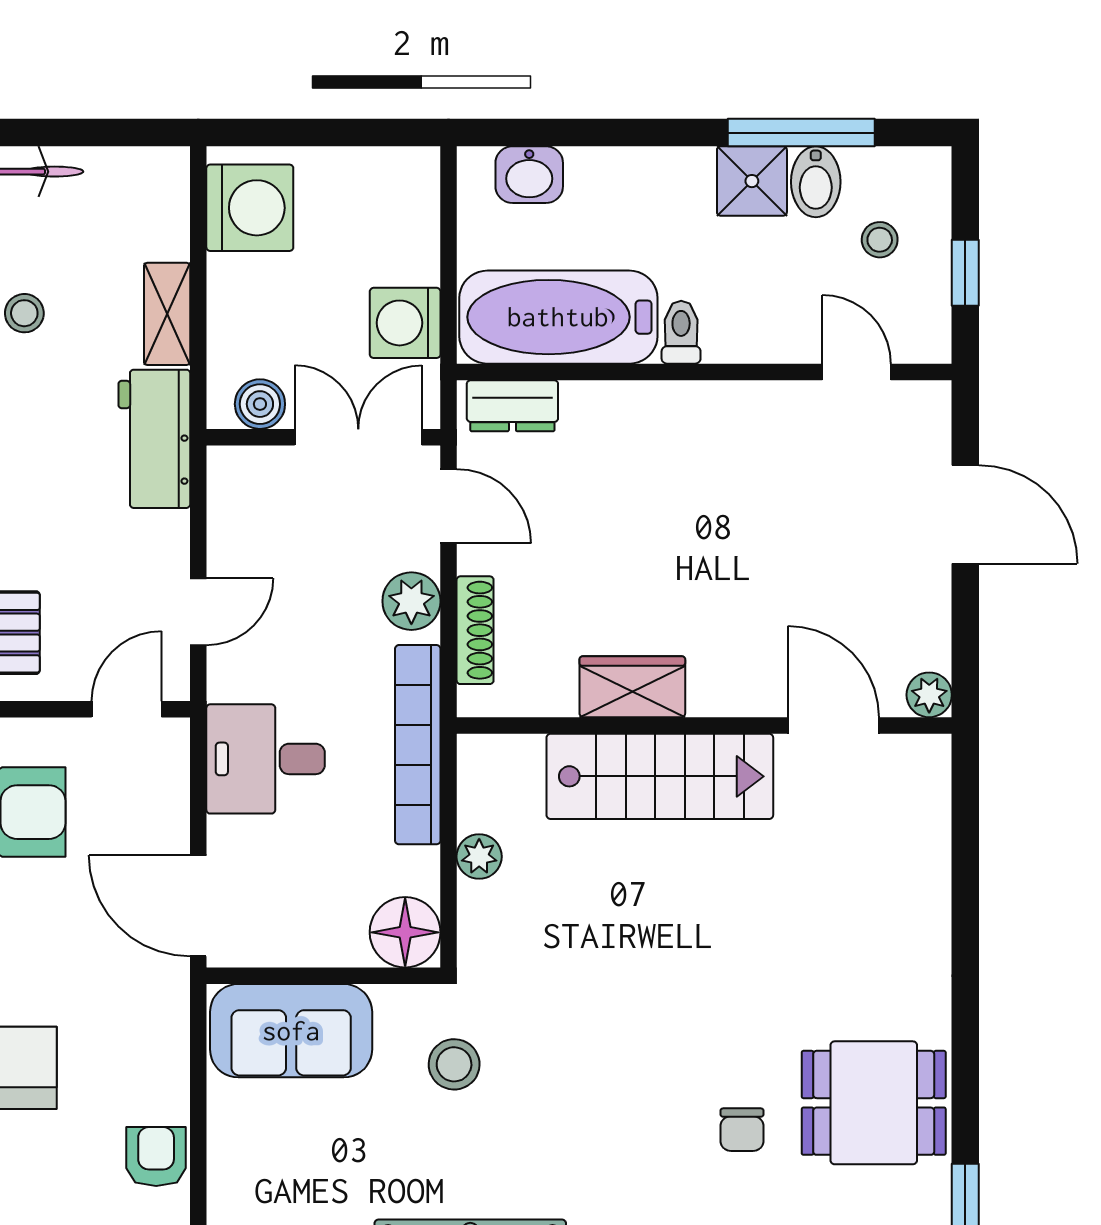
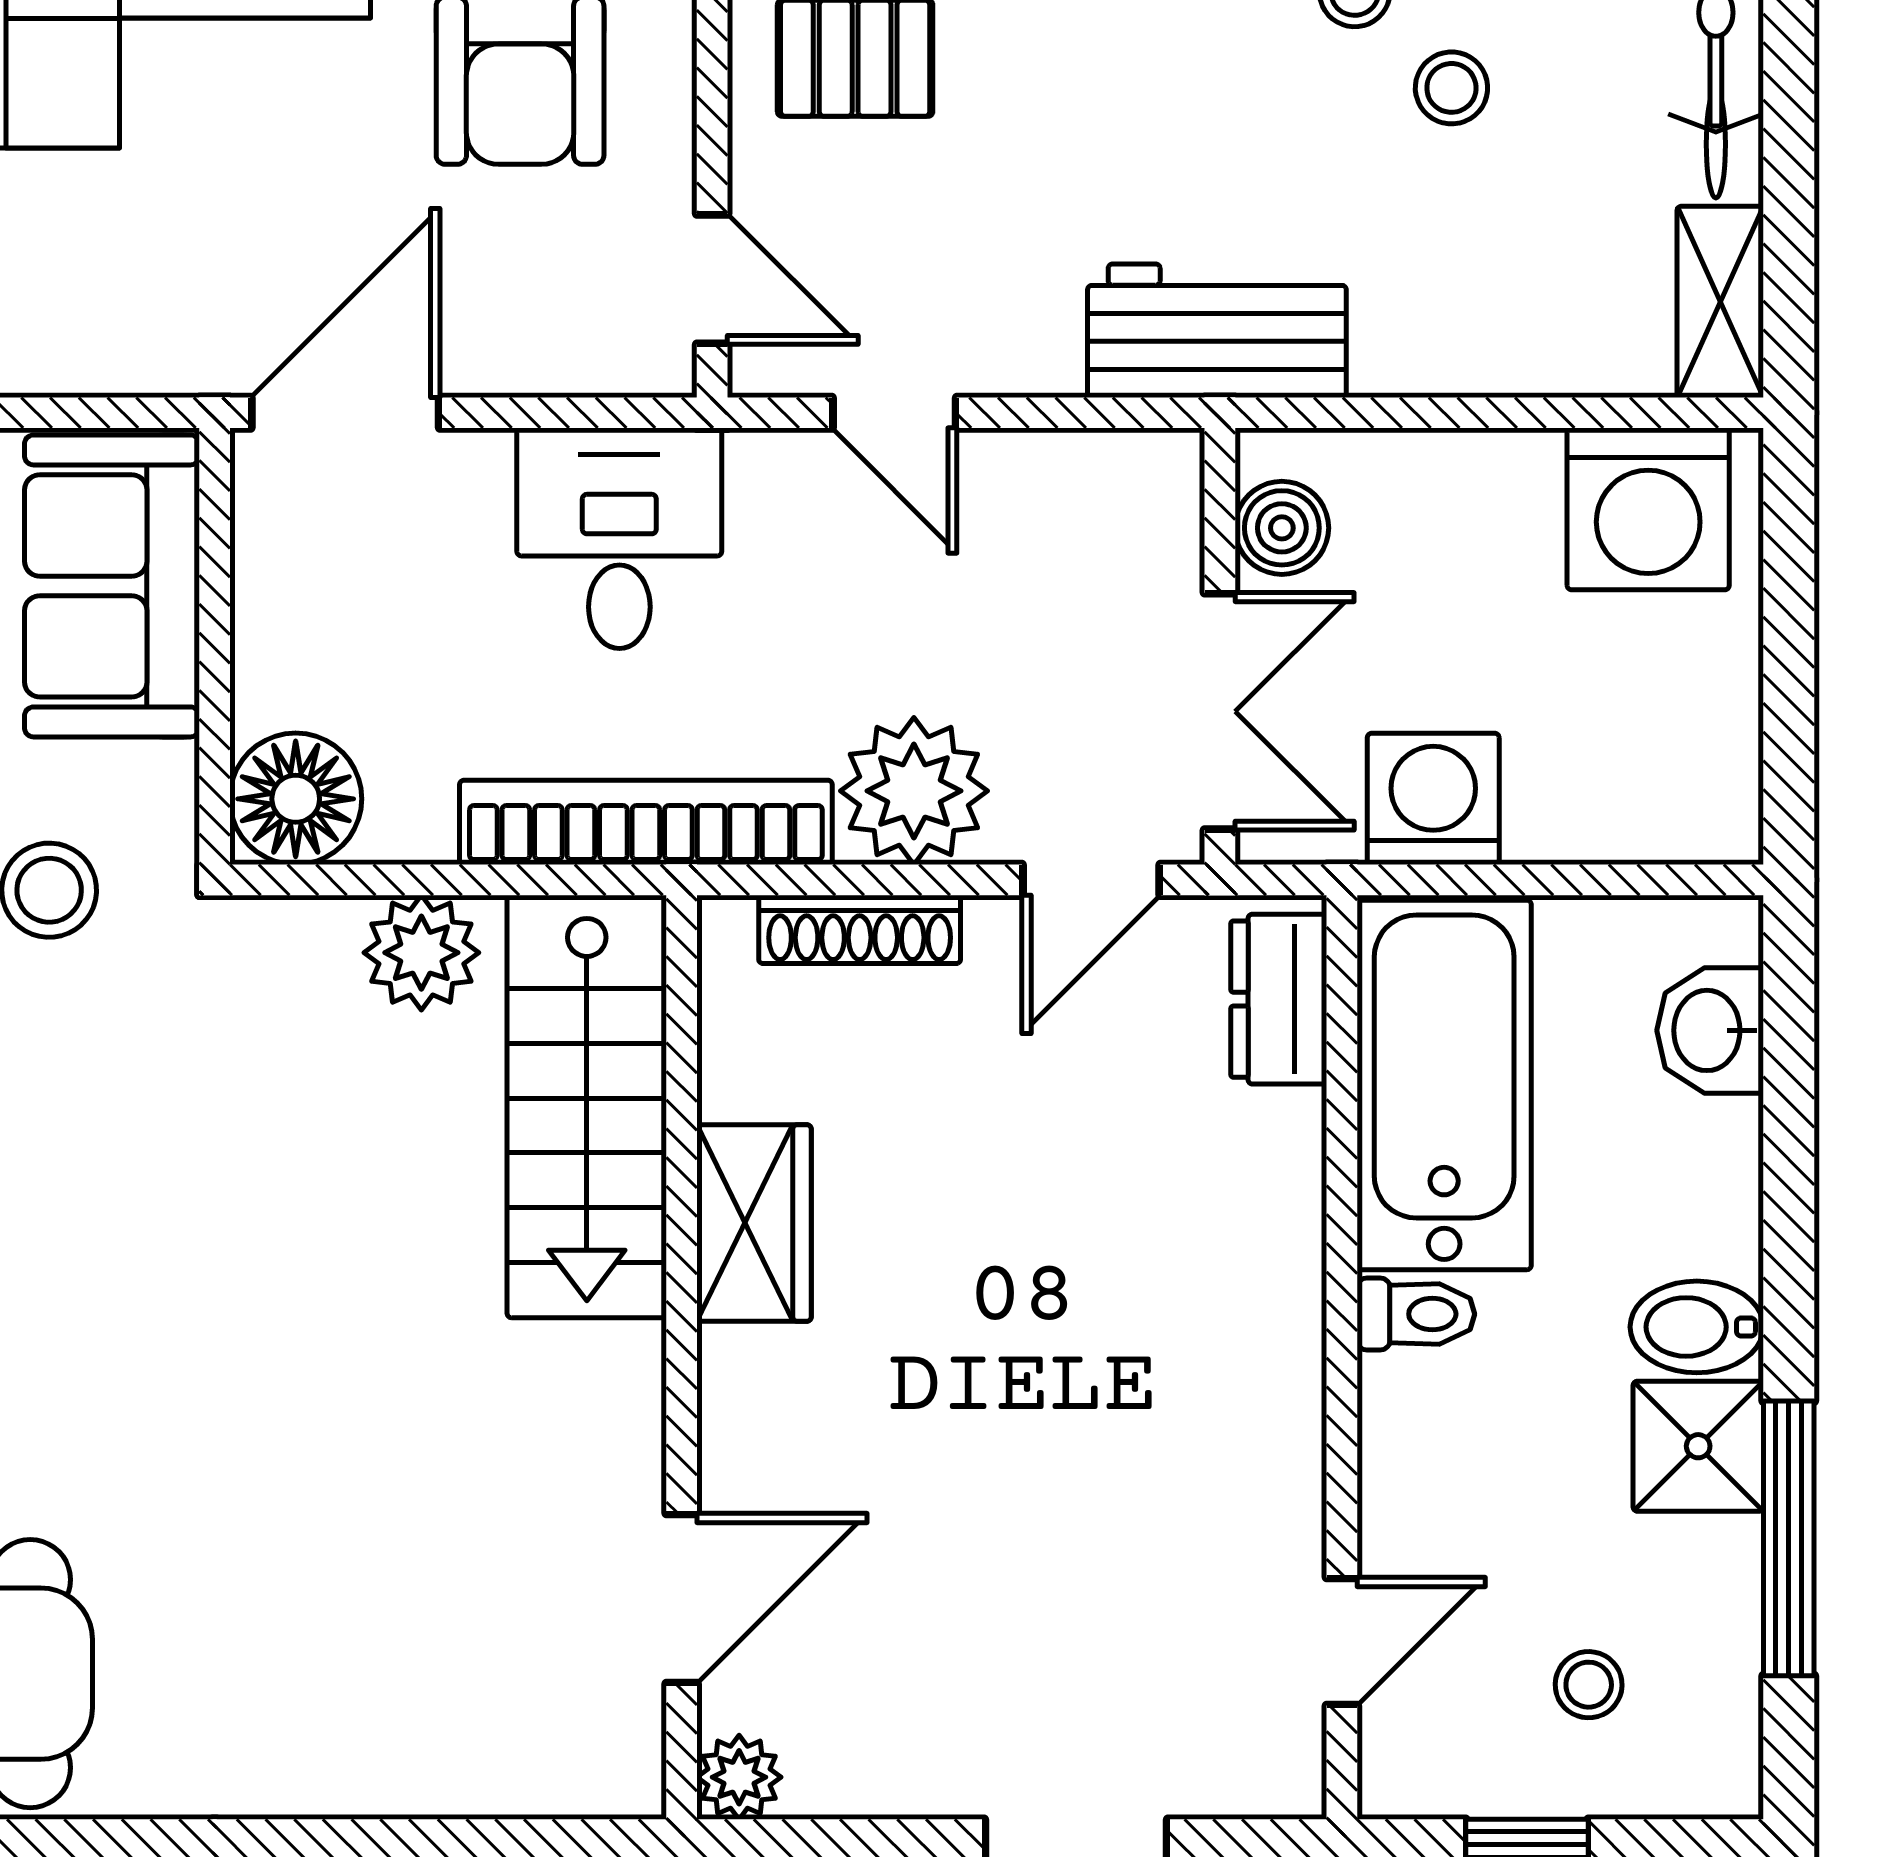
bidet: (816, 182) -> (1697, 1327), moved
shelving: (167, 314) -> (1720, 302), moved, turned 90
plant: (411, 601) -> (914, 791), width x1.36, depth x1.36
stairs: (660, 776) -> (587, 1106), moved
plant: (479, 857) -> (421, 953), width x1.38, depth x1.38

